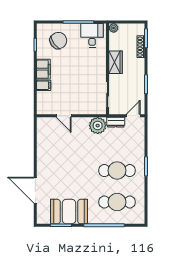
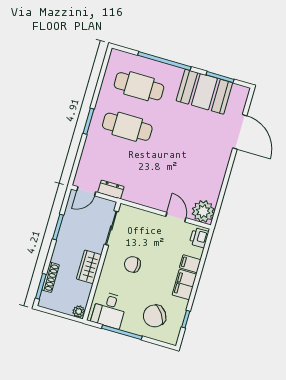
chair: (85, 73) -> (132, 264), added
printer: (43, 106) -> (199, 238), added
plant: (98, 126) -> (203, 211), moved

